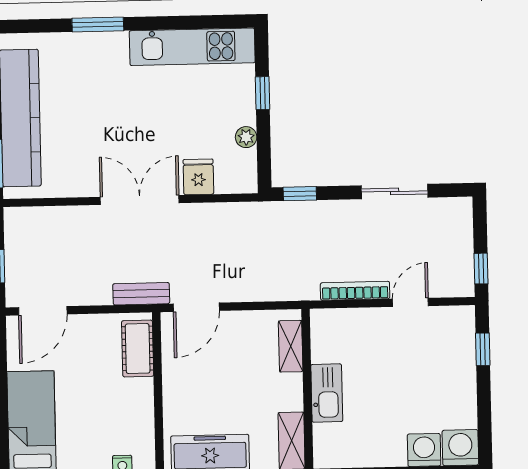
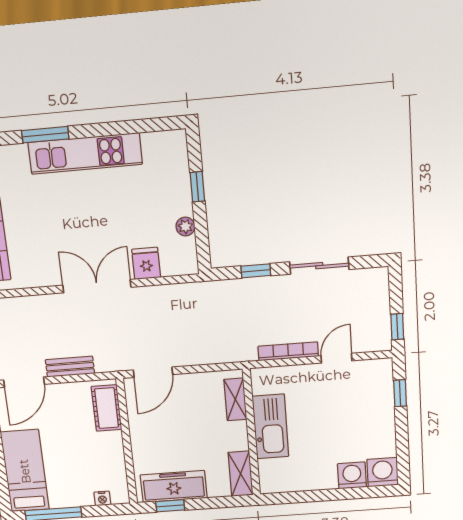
kitchen unit: (192, 47) -> (85, 153), moved
window: (300, 194) -> (256, 271), moved
bench: (141, 294) -> (70, 367), moved
kitchen sink: (327, 393) -> (270, 426), width x1.36, depth x1.24

